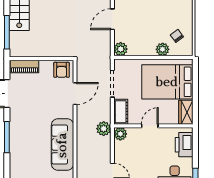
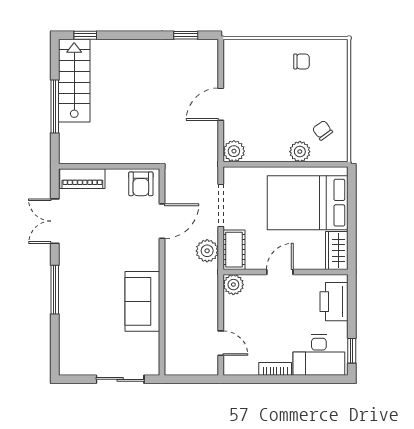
window: (7, 32) -> (55, 107), moved
plant: (104, 129) -> (207, 251), moved
sofa: (62, 145) -> (142, 301), width x0.73

